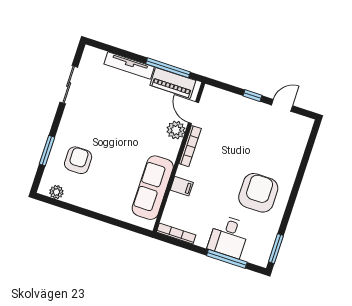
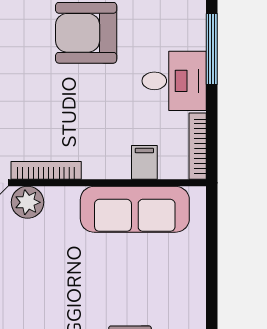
filing cabinet: (182, 186) -> (144, 162), moved
desk: (229, 237) -> (174, 81), moved

